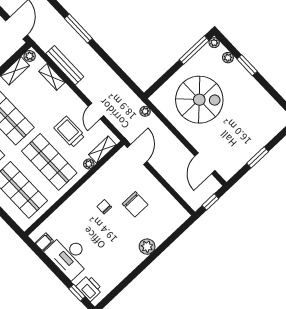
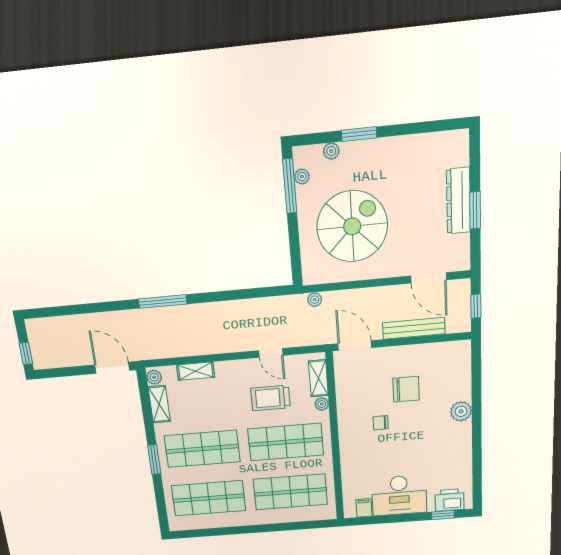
plant: (214, 43) -> (302, 177), moved
bench: (65, 65) -> (414, 328), moved
dresser: (255, 144) -> (458, 201), added

